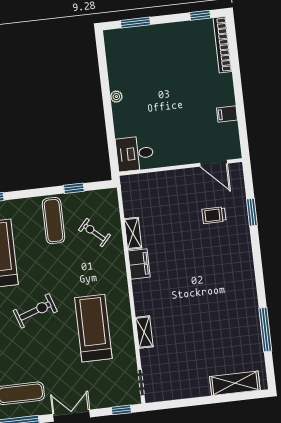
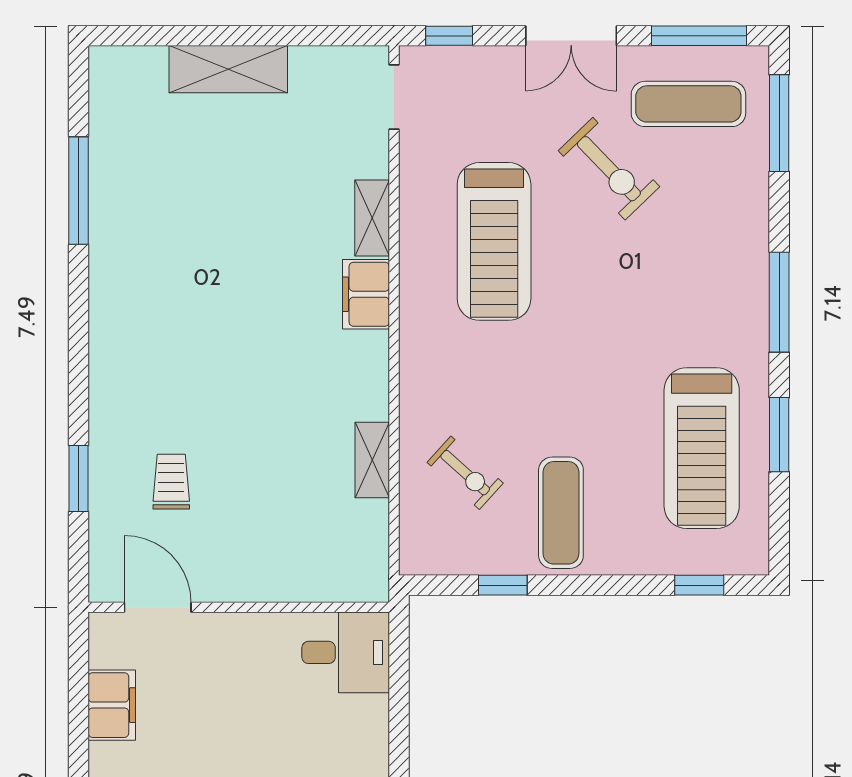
filing cabinet: (227, 114) -> (112, 705), width x2.00
trolley: (214, 215) -> (171, 482), turned -90
filing cabinet: (139, 264) -> (366, 294), moved
exercise bike: (35, 311) -> (609, 169), moved, turned -115
shelving: (235, 383) -> (228, 69), moved

